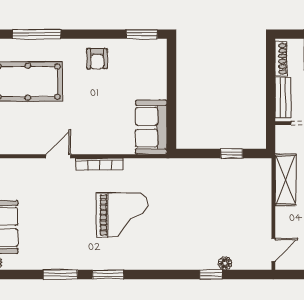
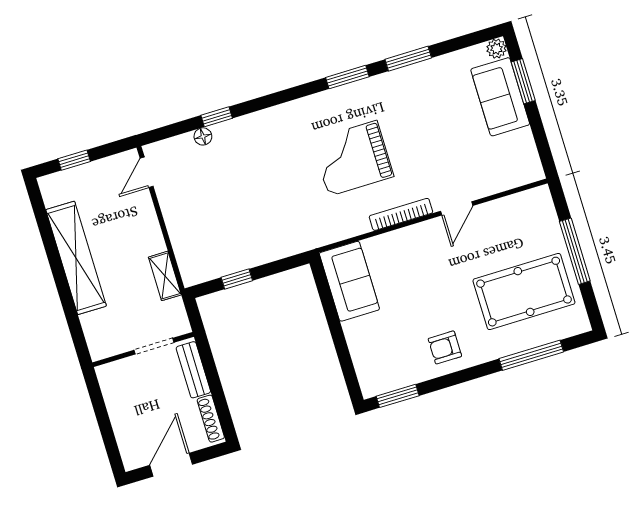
armchair: (97, 59) -> (445, 347), turned -90
shelving: (286, 180) -> (165, 276), width x0.67, depth x0.75

